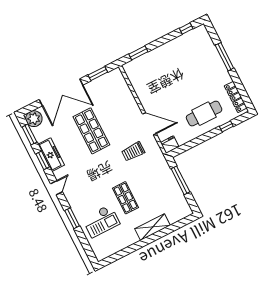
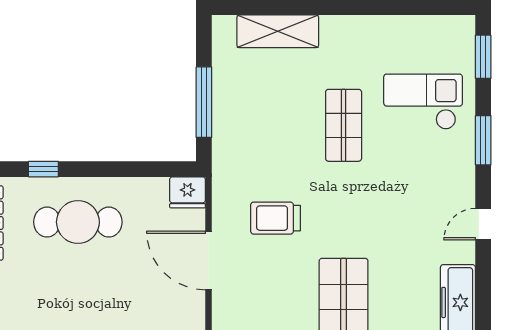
trolley: (133, 152) -> (276, 218), turned 180
window: (43, 160) -> (483, 57), moved
shelving: (153, 227) -> (278, 31), moved

